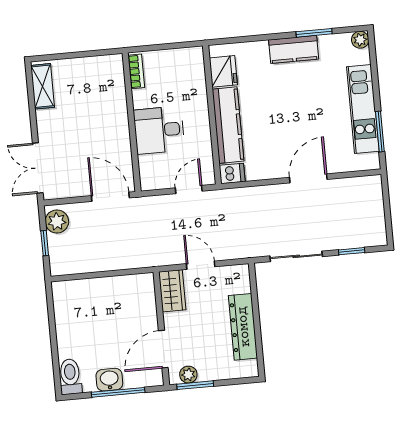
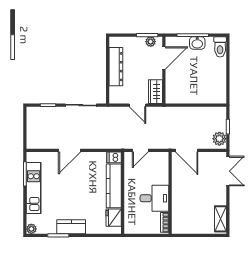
desk: (159, 130) -> (154, 198), moved

